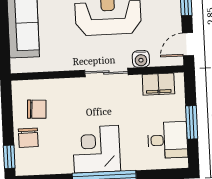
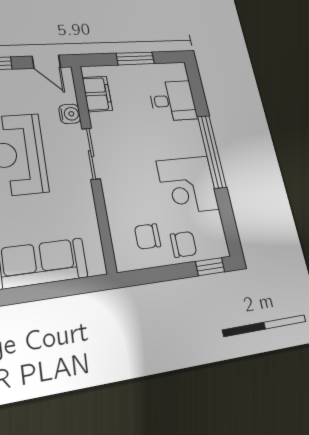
chair: (37, 109) -> (148, 236), turned -93
desk: (168, 140) -> (173, 101), moved, turned 90
corner desk: (96, 149) -> (188, 185), moved

